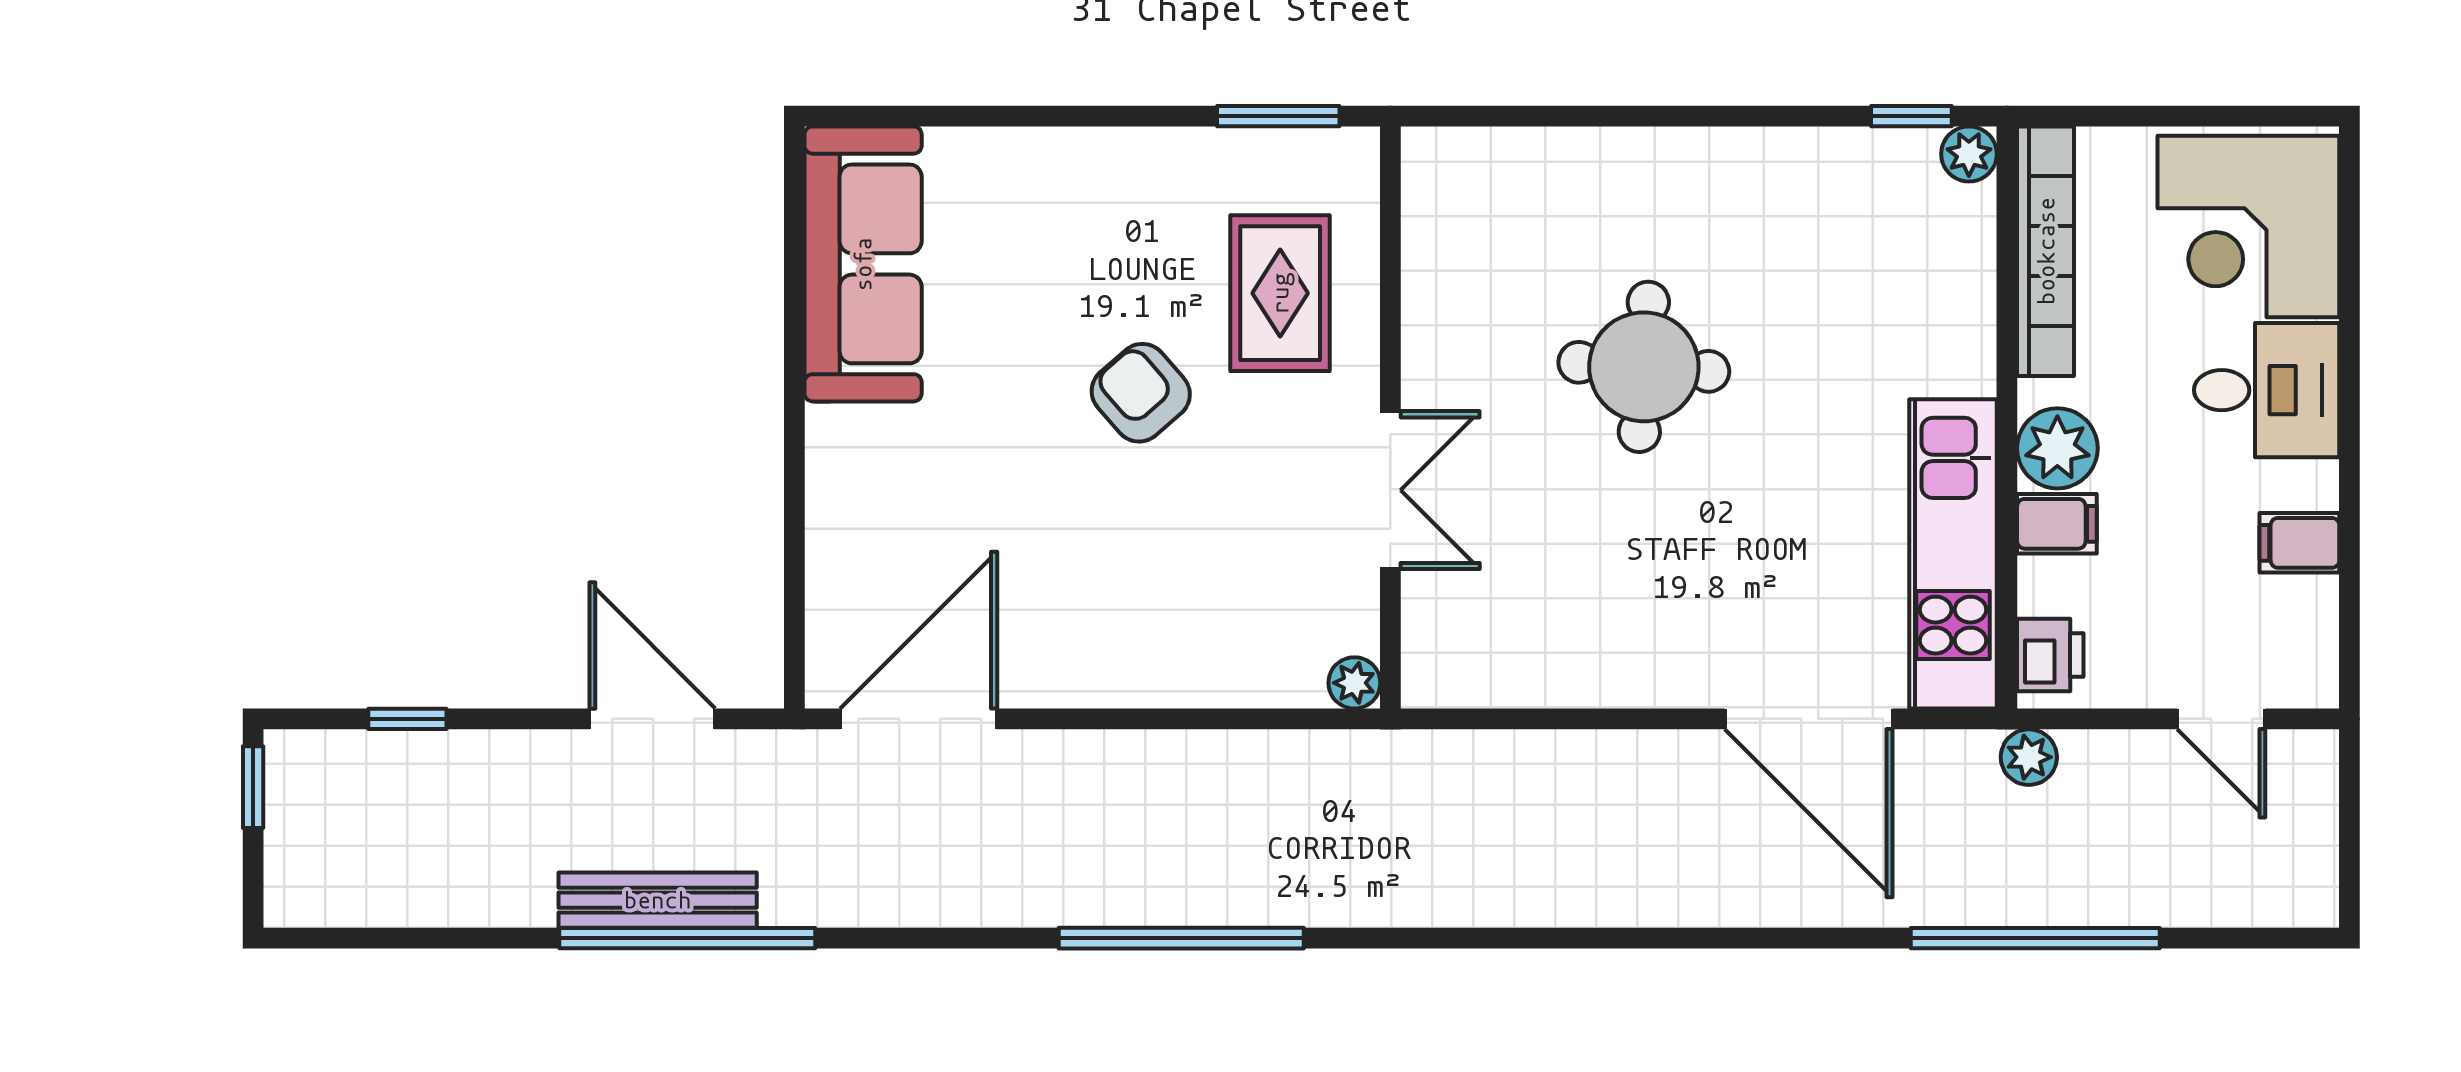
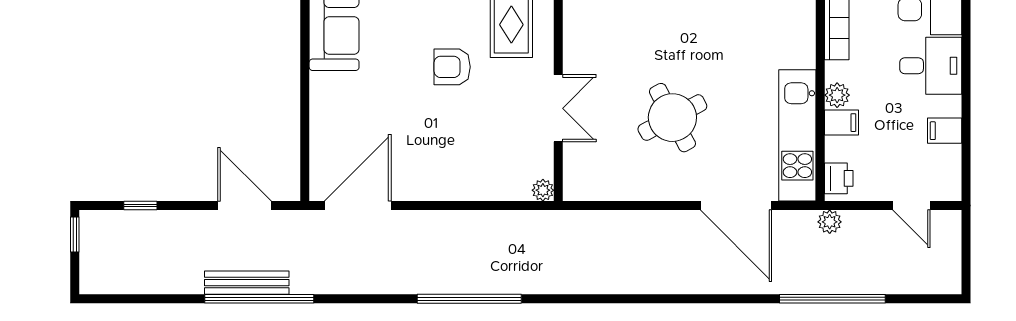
round table: (1644, 367) -> (672, 118), moved, turned -32
armchair: (1141, 393) -> (452, 67), turned -49
plant: (2057, 448) -> (837, 95), width x0.73, depth x0.73

